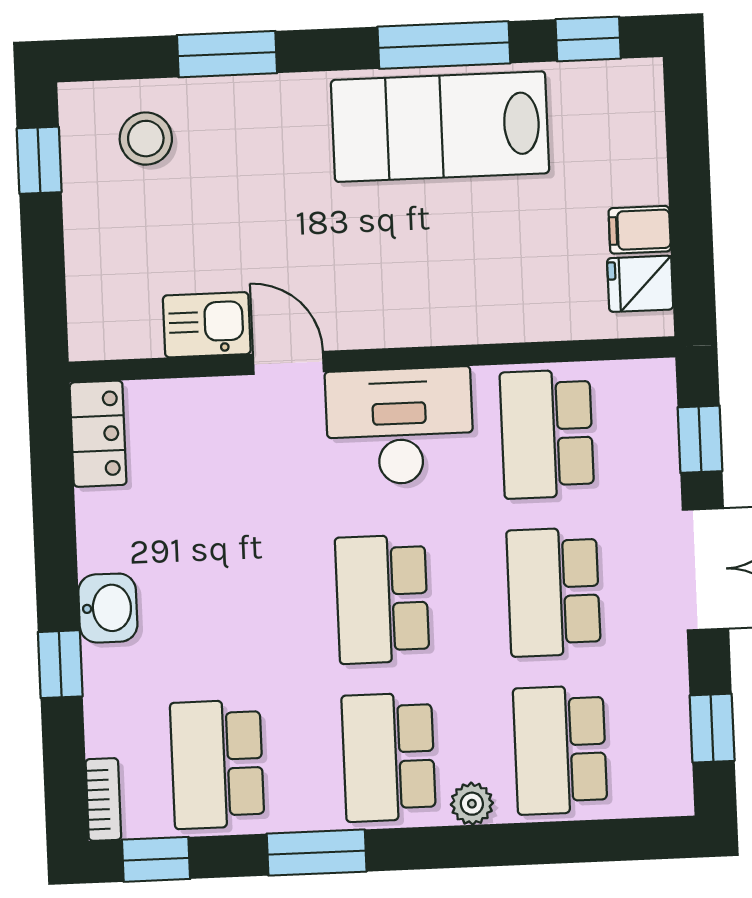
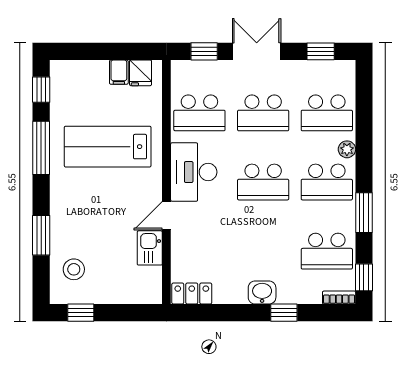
lab bench: (440, 127) -> (108, 147), moved, turned 90

